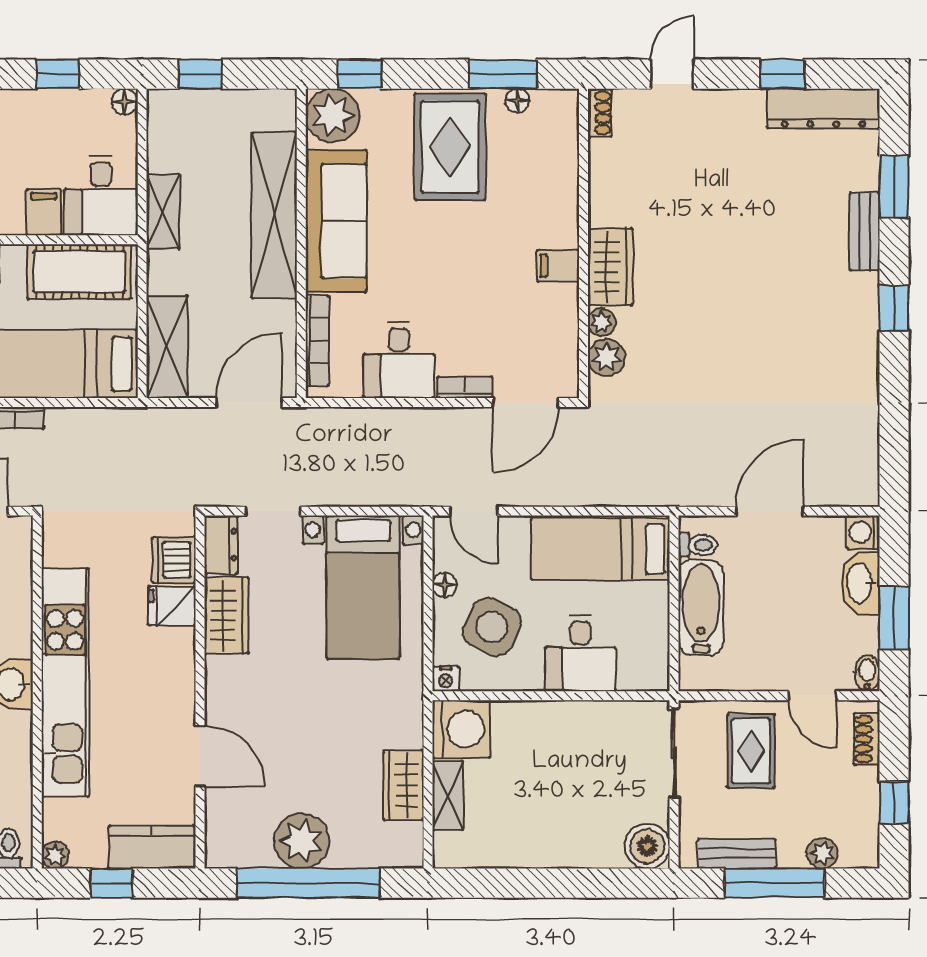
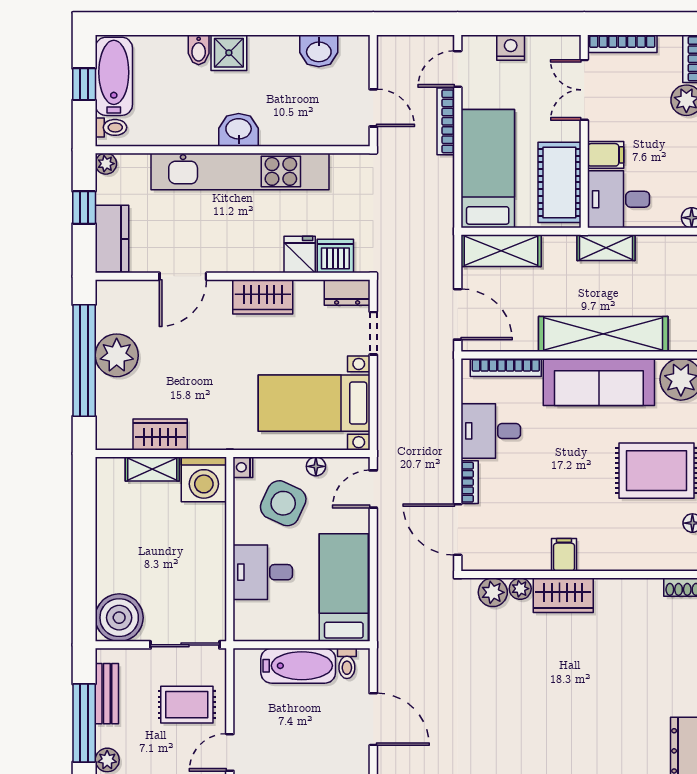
wardrobe: (227, 615) -> (263, 297), moved
boiler: (647, 846) -> (119, 618), width x1.37, depth x1.37

